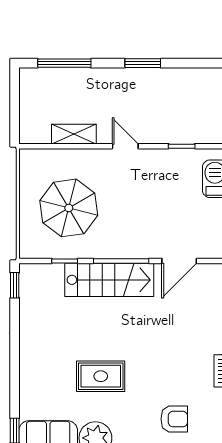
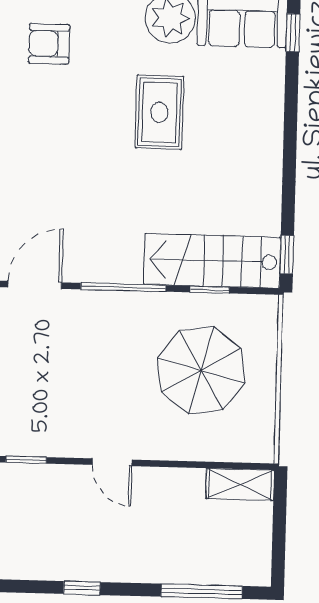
window: (143, 63) -> (82, 588), width x0.67
shelving: (74, 134) -> (240, 484), moved
stairs: (109, 280) -> (212, 261), moved
rug: (101, 376) -> (159, 112), turned 90

